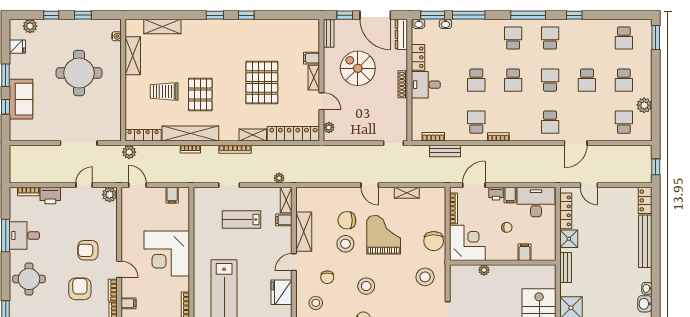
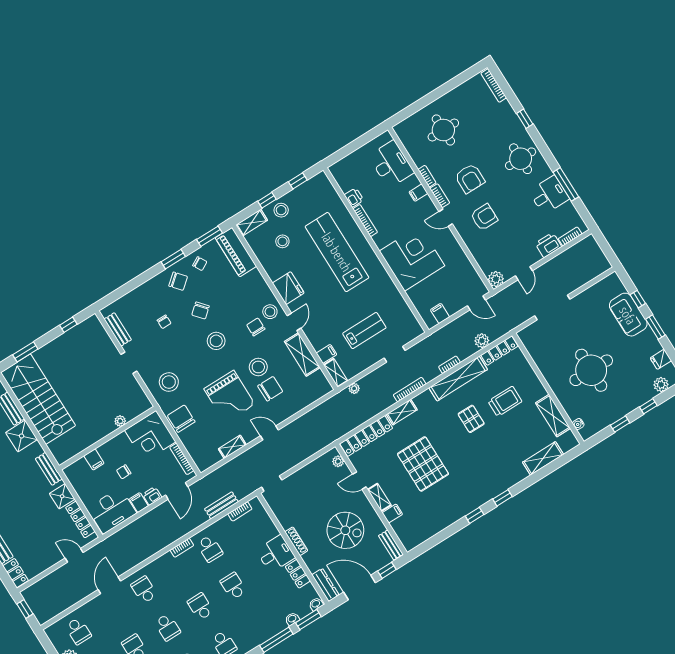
pallet: (200, 94) -> (471, 419), width x0.67, depth x0.71
plant: (129, 152) -> (482, 341), moved
stool: (316, 303) -> (270, 312), moved

